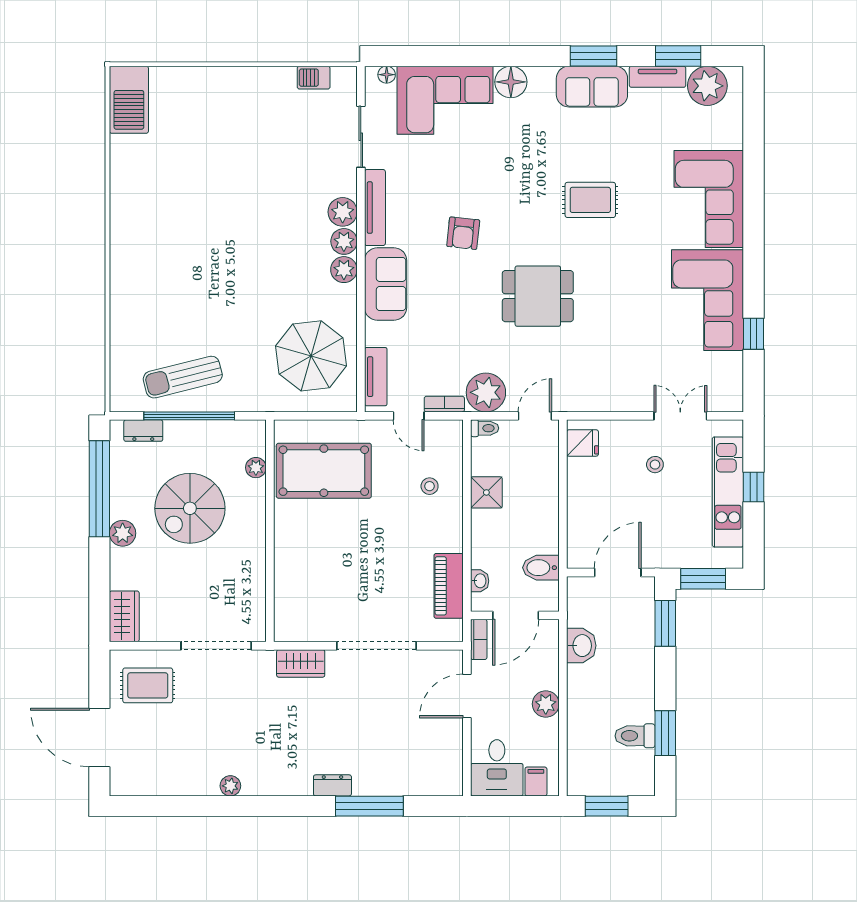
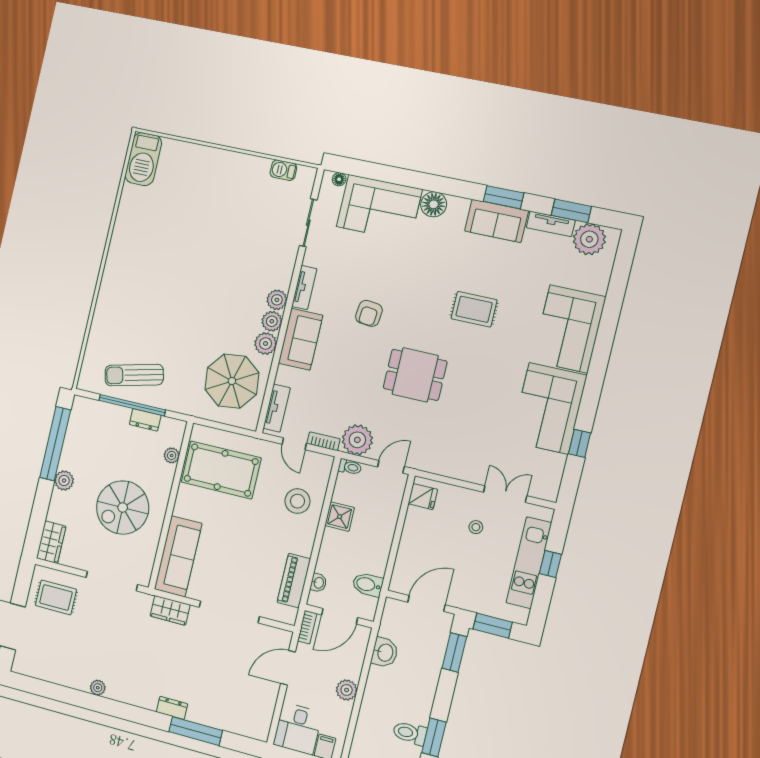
tv unit: (375, 208) -> (304, 288), width x0.71
plant: (343, 212) -> (266, 344), moved
dresser: (143, 431) -> (145, 420), moved
stool: (430, 486) -> (297, 501), width x1.89, depth x1.89
spiral stairs: (190, 508) -> (123, 507), moved
sofa: (295, 593) -> (178, 556), added

